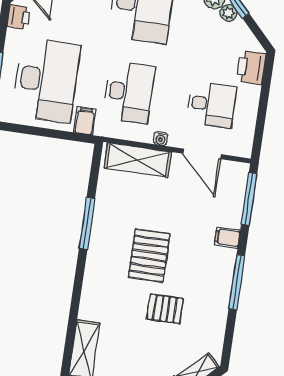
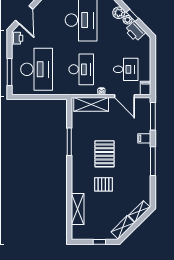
printer: (251, 67) -> (135, 31), moved, turned -44
filing cabinet: (85, 121) -> (145, 88), moved
pallet: (165, 309) -> (104, 184), moved

